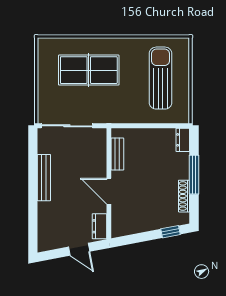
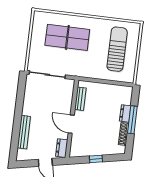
dresser: (183, 140) -> (125, 113), moved
bench: (44, 178) -> (24, 132), moved
window: (171, 232) -> (96, 159), moved

